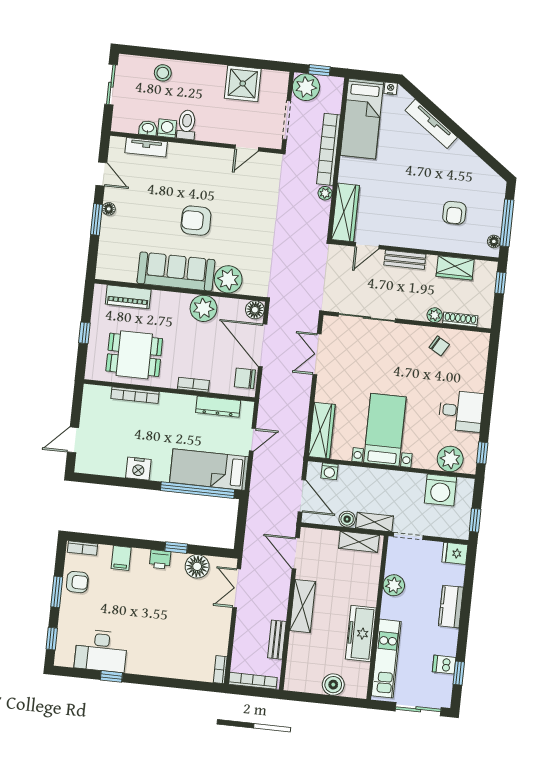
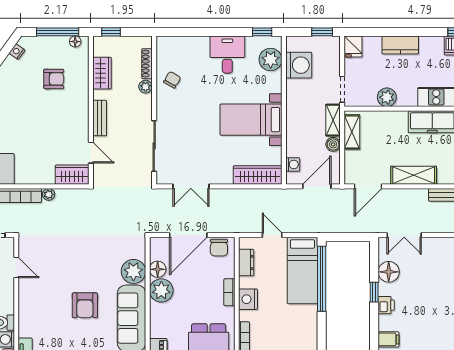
nightstand: (489, 175) -> (17, 52), added
wardrobe: (345, 212) -> (72, 175), width x0.67
floor lamp: (255, 310) -> (158, 269), moved
dresser: (218, 407) -> (246, 263), width x0.70
nightstand: (138, 469) -> (248, 299), moved, turned 180

